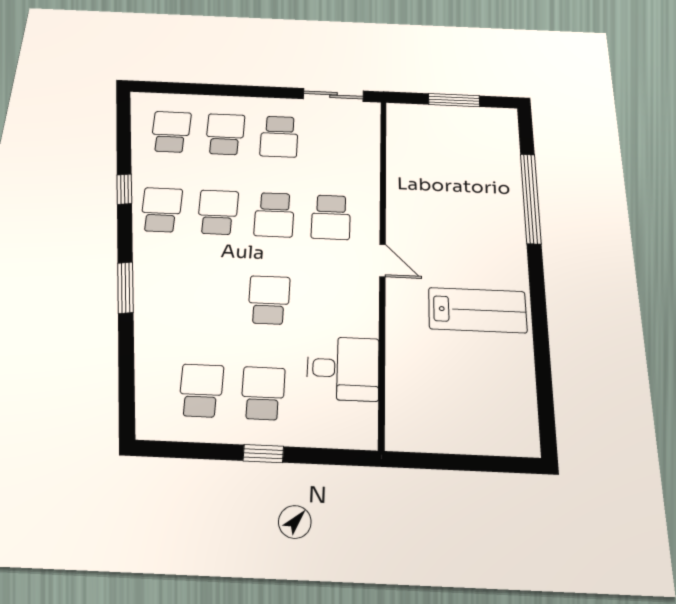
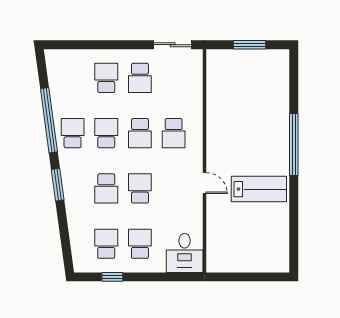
school desk: (171, 132) -> (106, 188), moved, turned 180
window: (124, 189) -> (49, 120), width x3.17
window: (531, 198) -> (294, 144), moved
door: (382, 261) -> (205, 183), moved
desk: (343, 368) -> (185, 253), moved, turned 90
window: (263, 454) -> (112, 277), moved

